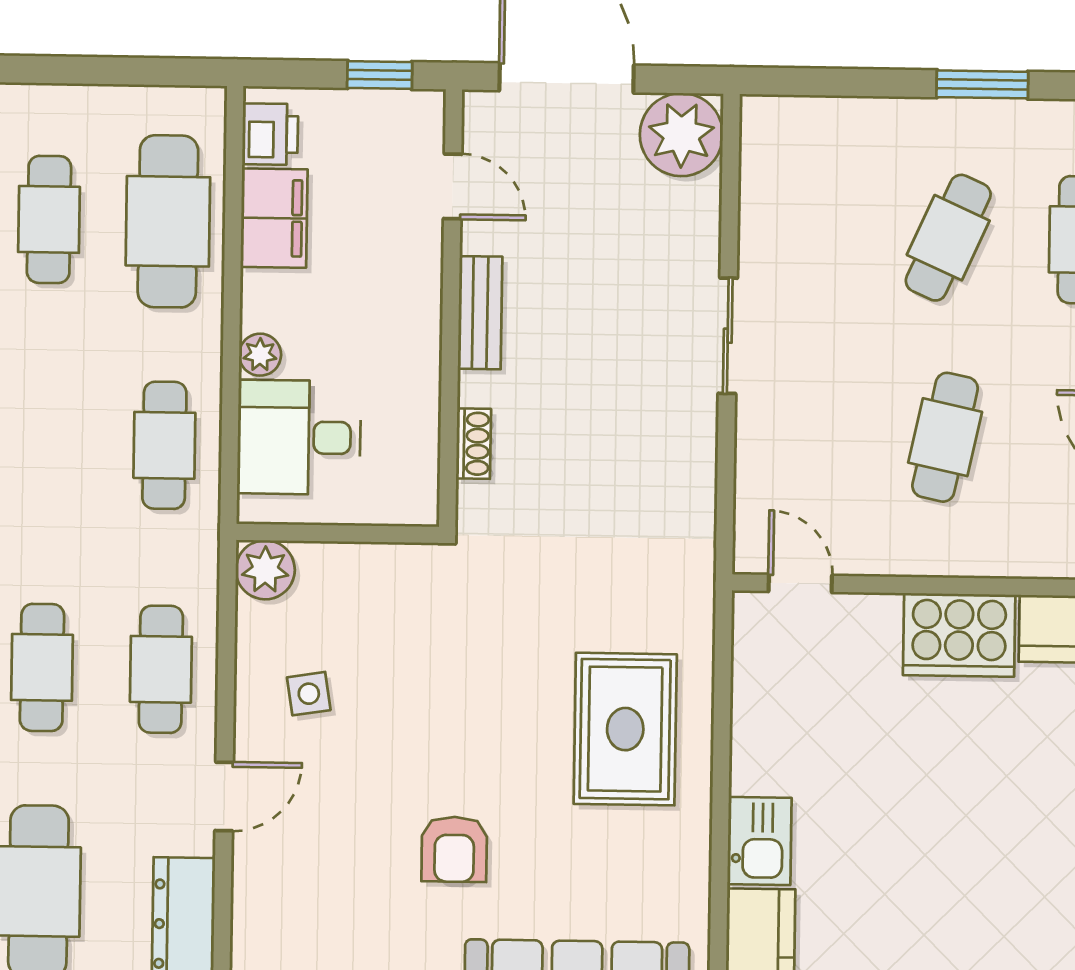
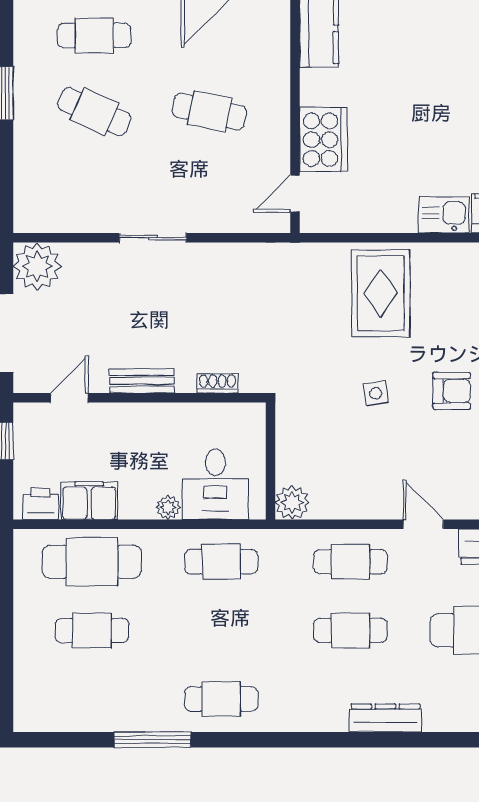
cooker: (959, 635) -> (323, 140), moved
side table: (309, 694) -> (376, 393), moved
rug: (625, 729) -> (381, 293), turned 90

